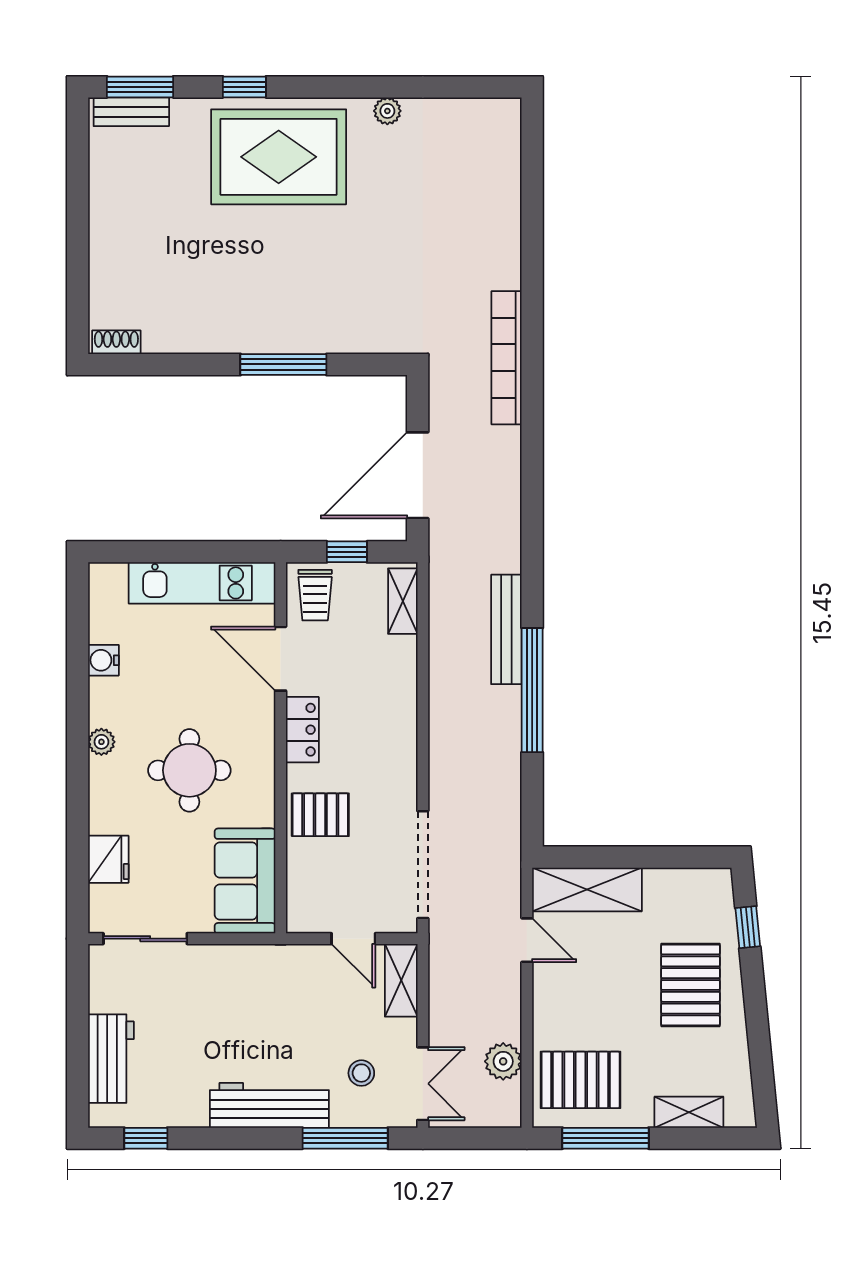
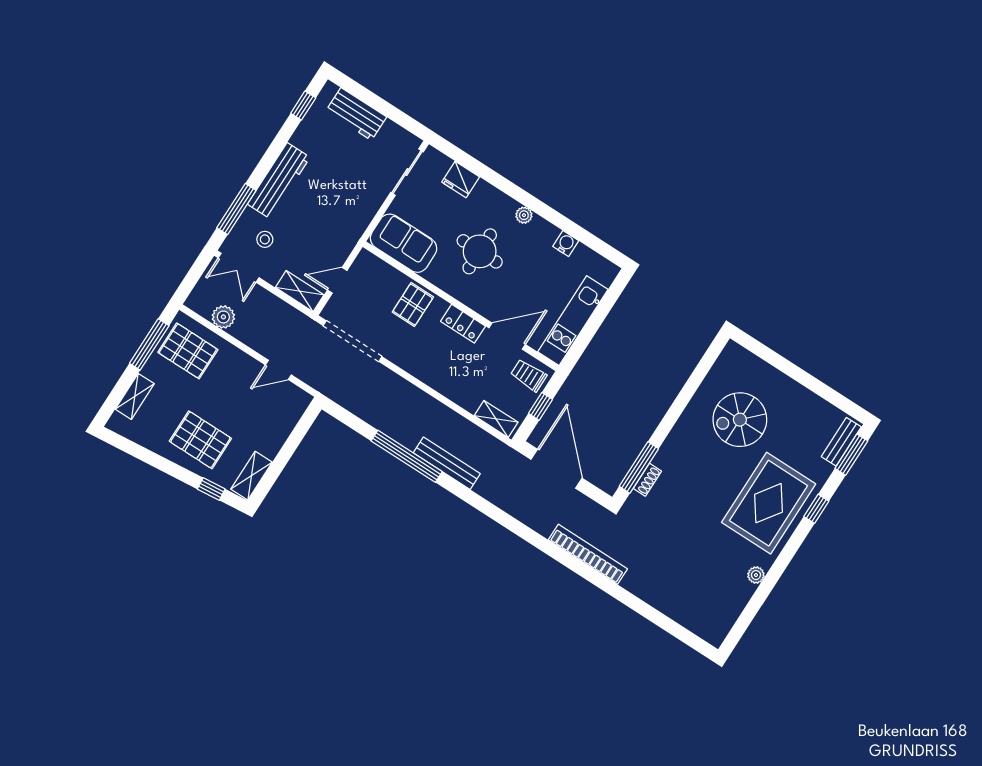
spiral stairs: (190, 269) -> (740, 420), added
shoe rack: (116, 342) -> (647, 480), moved
window: (283, 364) -> (639, 468), moved
shelving: (587, 889) -> (252, 476), moved, width x0.67, depth x0.75
pallet: (581, 1080) -> (188, 351), turned 90

